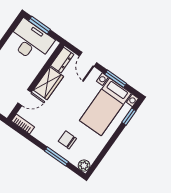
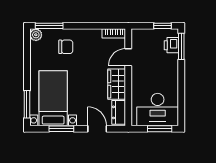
window: (129, 117) -> (27, 104), width x1.50
window: (56, 156) -> (49, 26), moved

